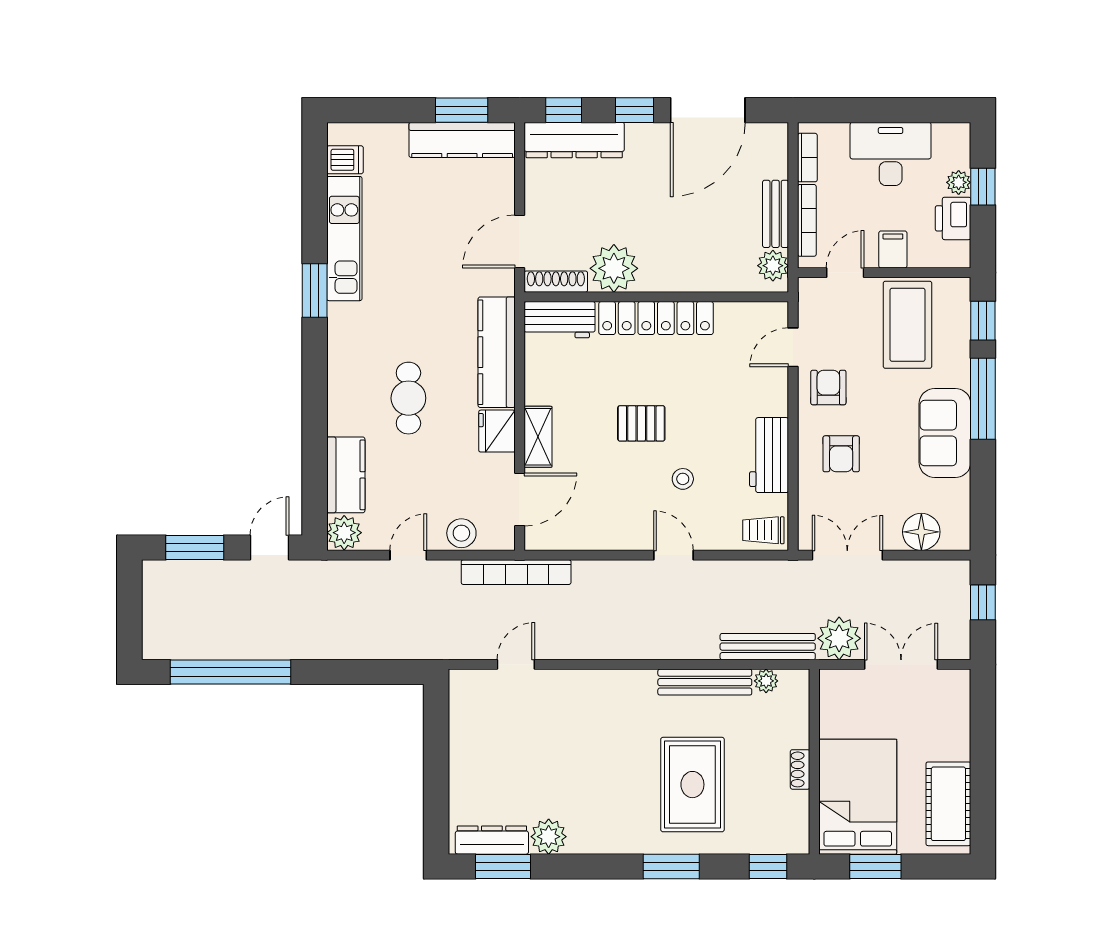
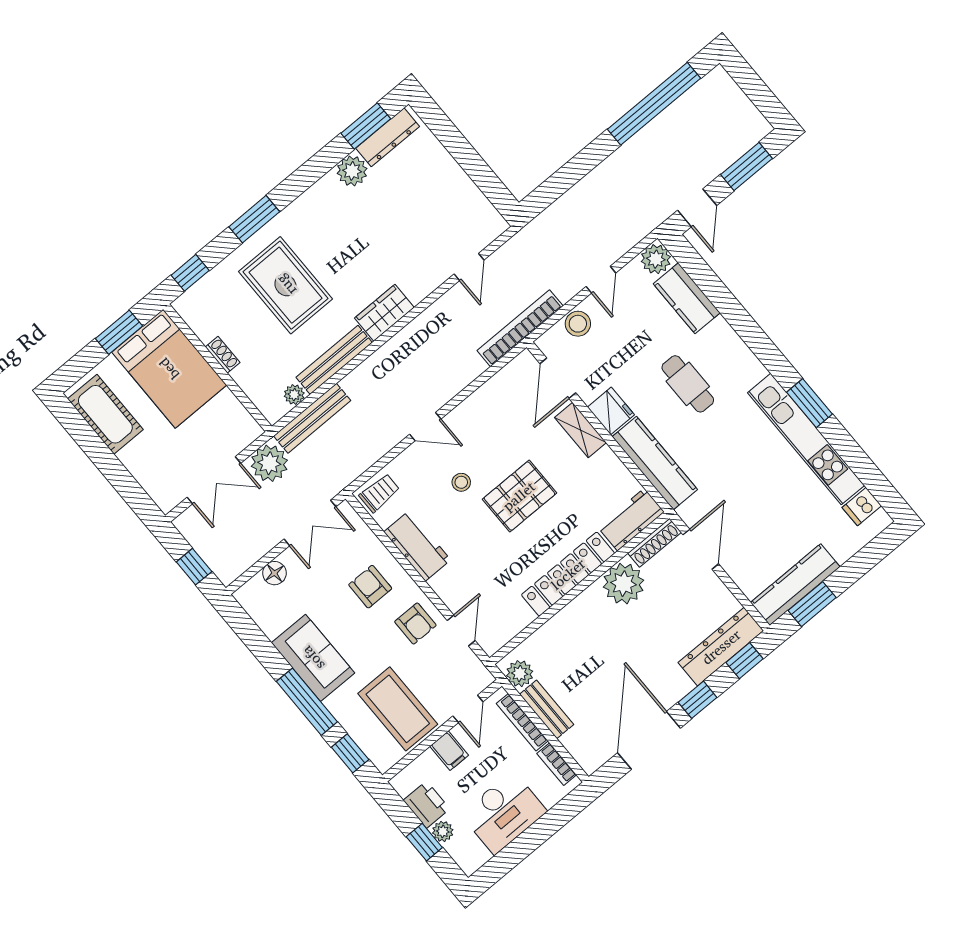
kitchen unit: (344, 239) -> (806, 439), width x1.36
pallet: (641, 423) -> (519, 496), width x1.50, depth x1.42
floor lamp: (921, 532) -> (274, 573), width x0.73, depth x0.73
wardrobe: (625, 687) -> (384, 313), added

